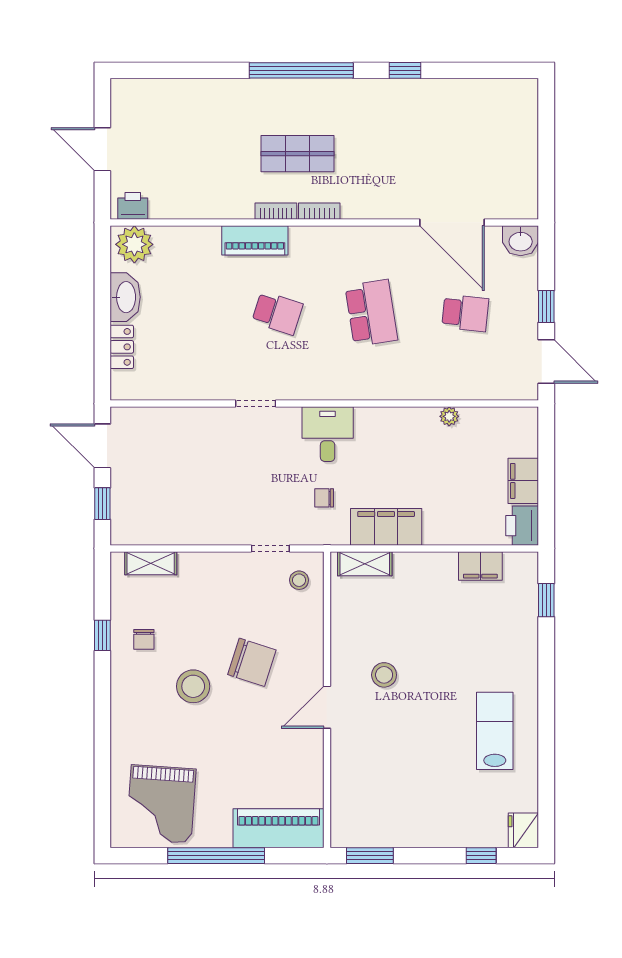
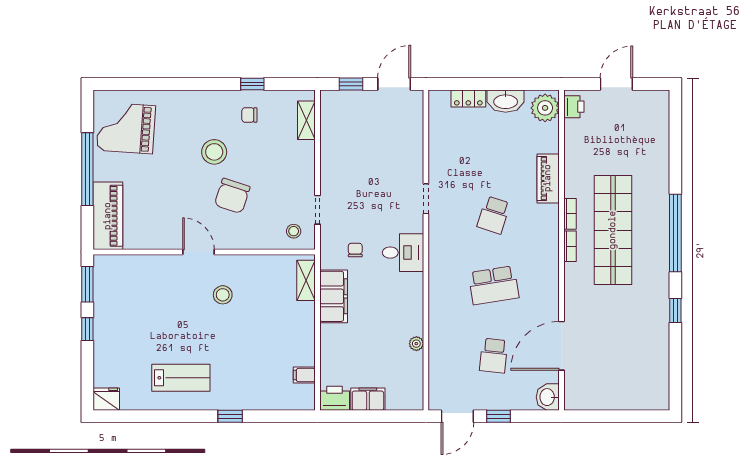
shop shelf: (297, 154) -> (613, 230), width x2.00, depth x1.36
piano: (255, 240) -> (548, 178), moved
filing cabinet: (480, 566) -> (304, 375), width x0.50
window: (546, 600) -> (230, 416), moved
window: (481, 856) -> (87, 329), moved

